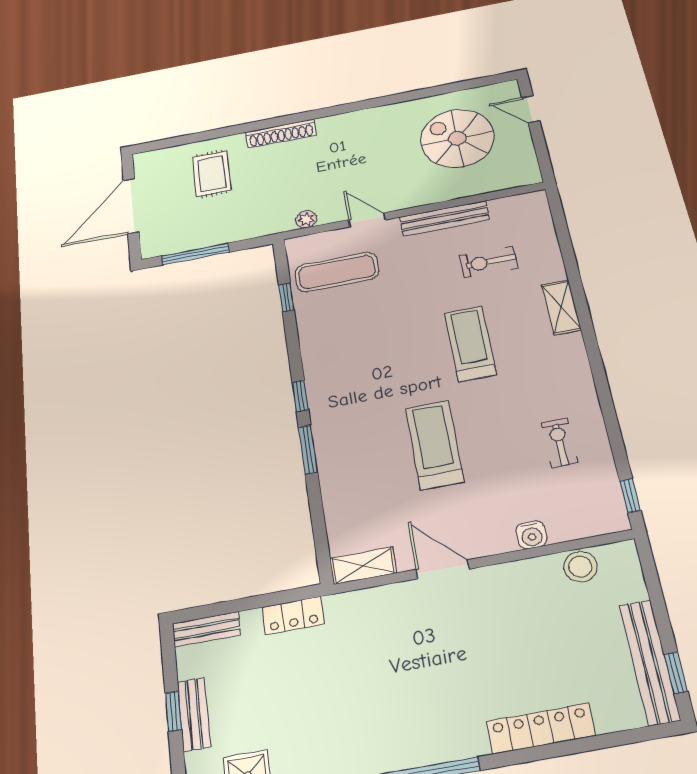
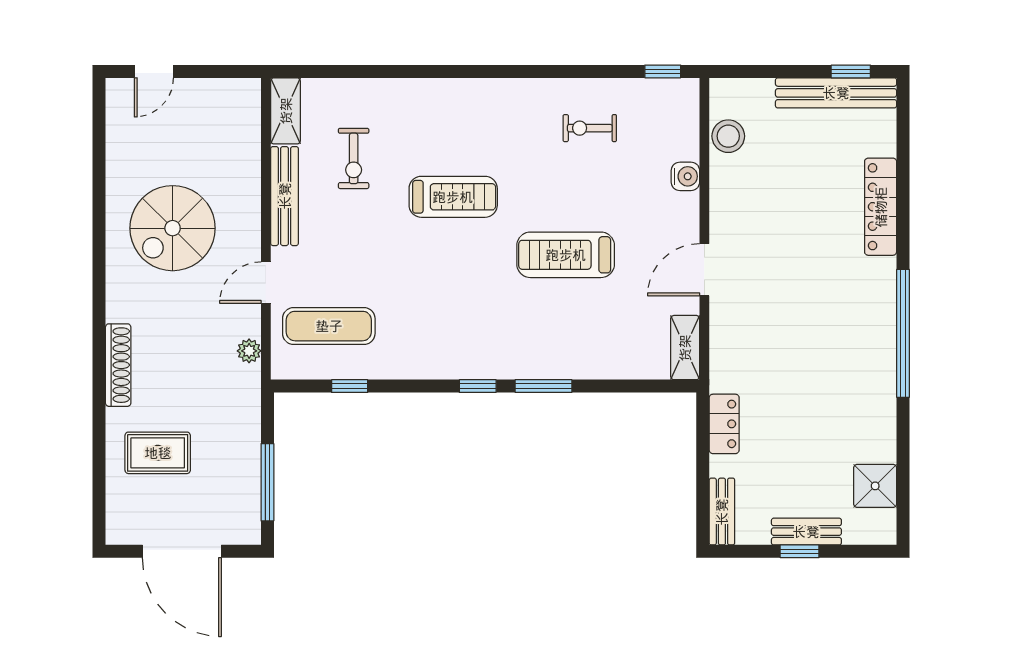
spiral stairs: (457, 138) -> (173, 228), moved
exercise mat: (337, 272) -> (329, 326), turned 90
shelving: (561, 307) -> (286, 111), moved, turned 90
treadmill: (470, 344) -> (453, 197), turned 180

